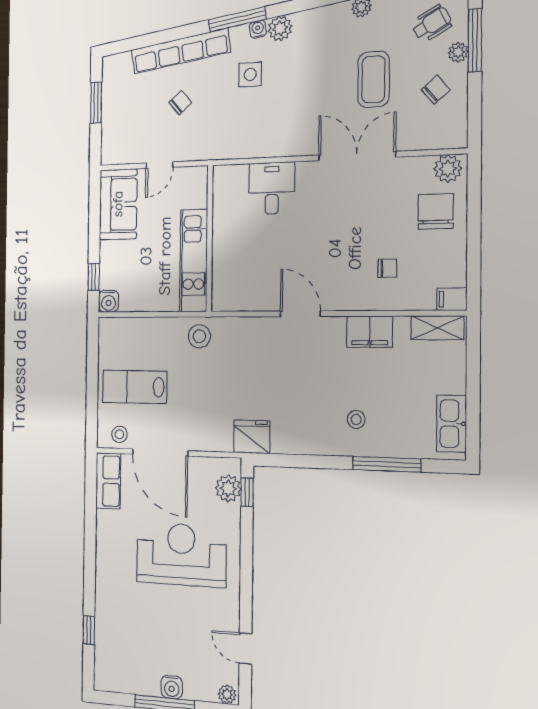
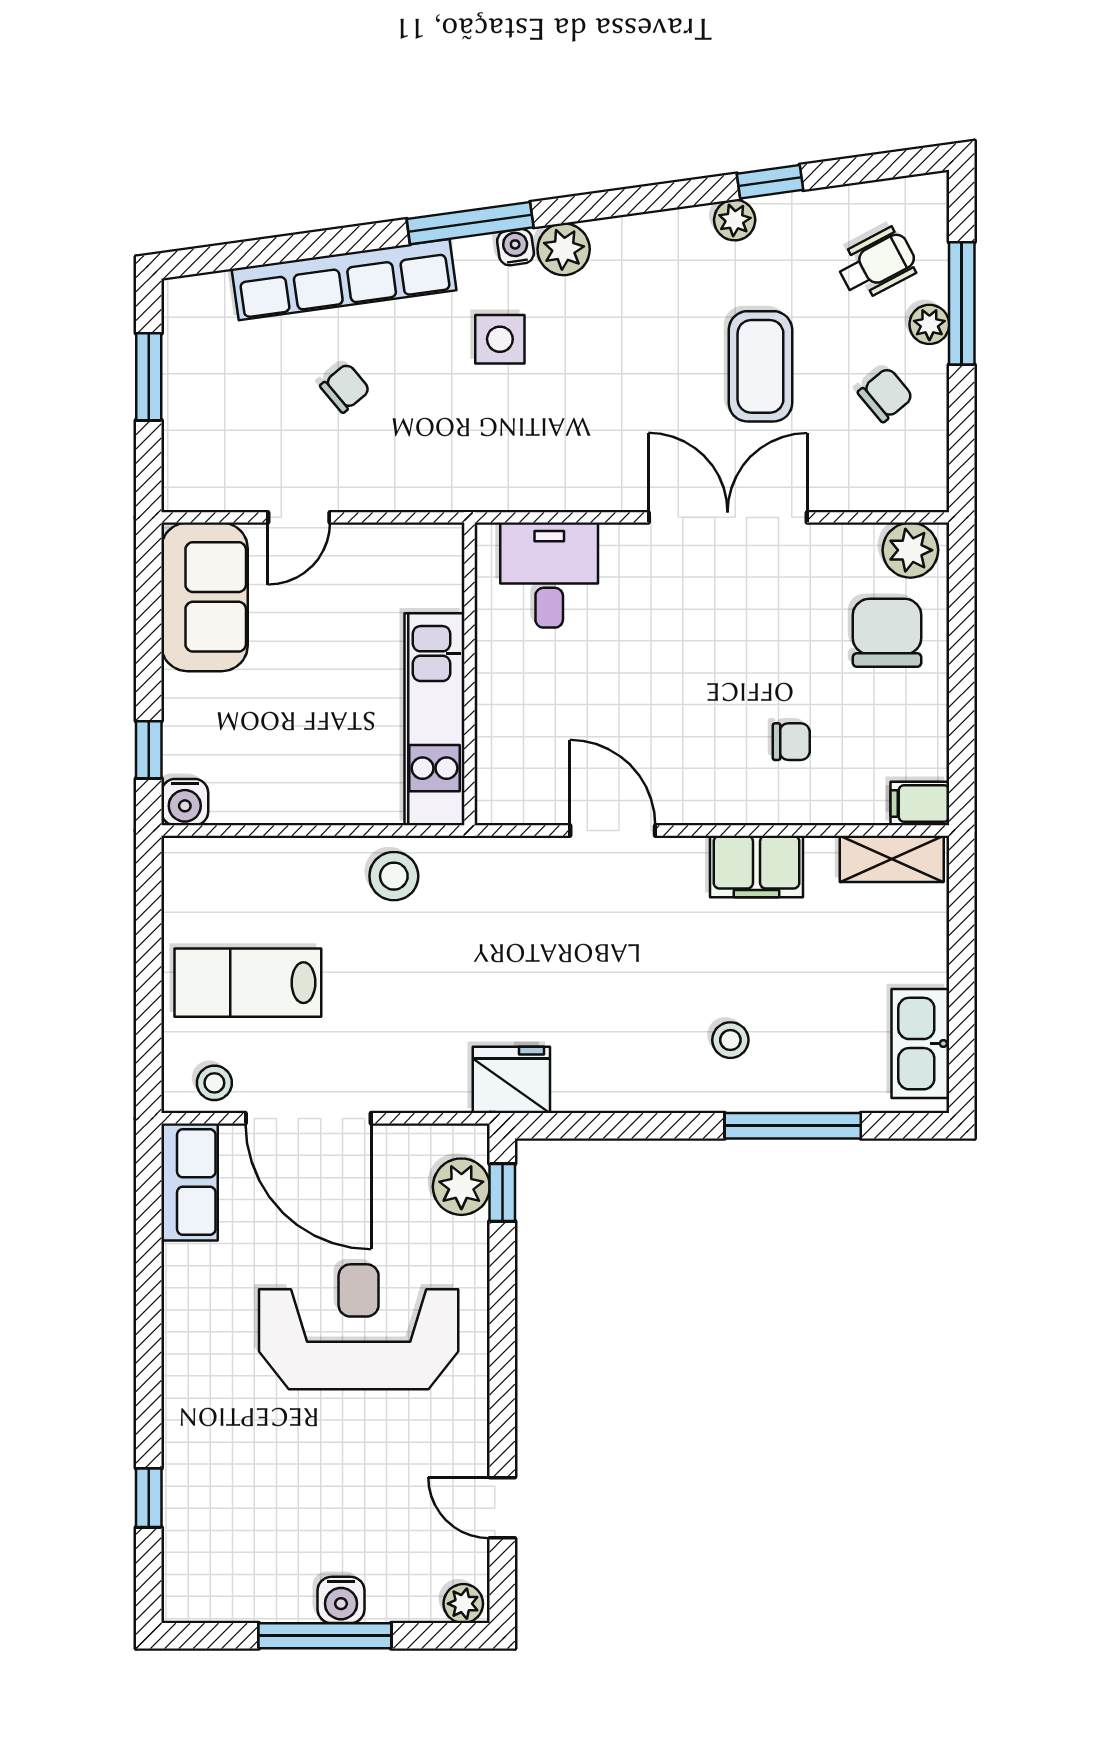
wall: (209, 238) -> (469, 674), moved
kitchen unit: (194, 261) -> (435, 719), moved

